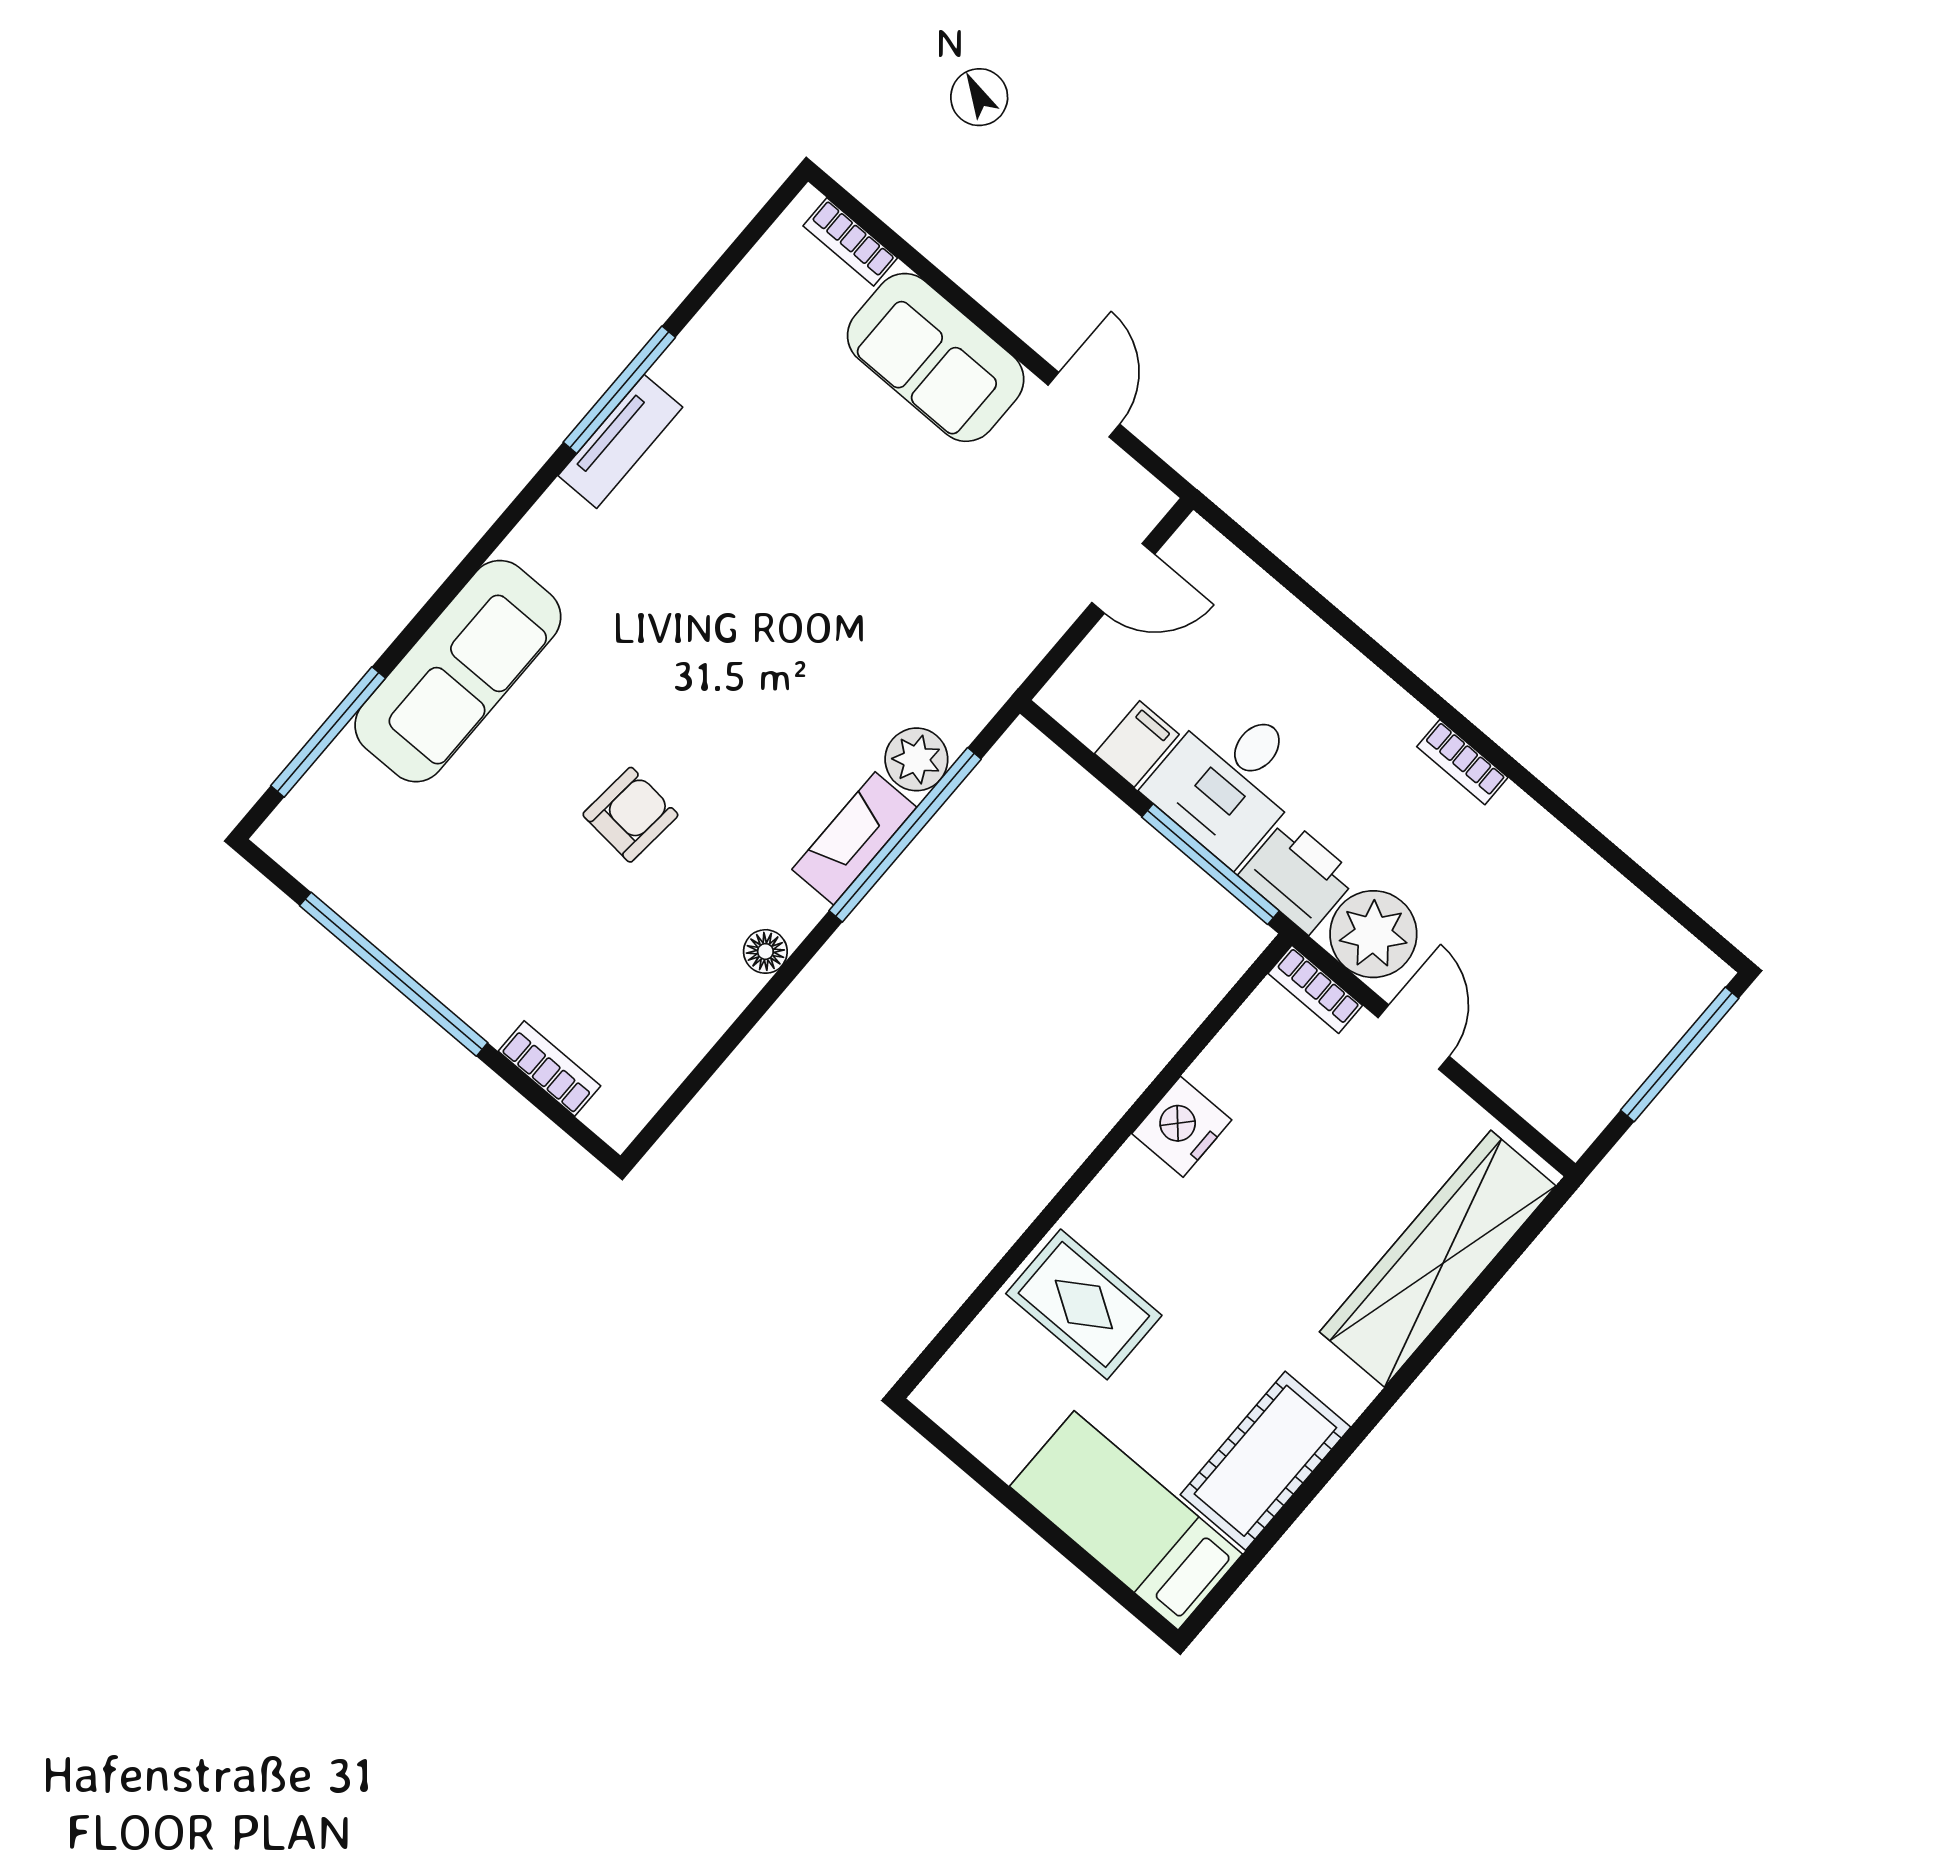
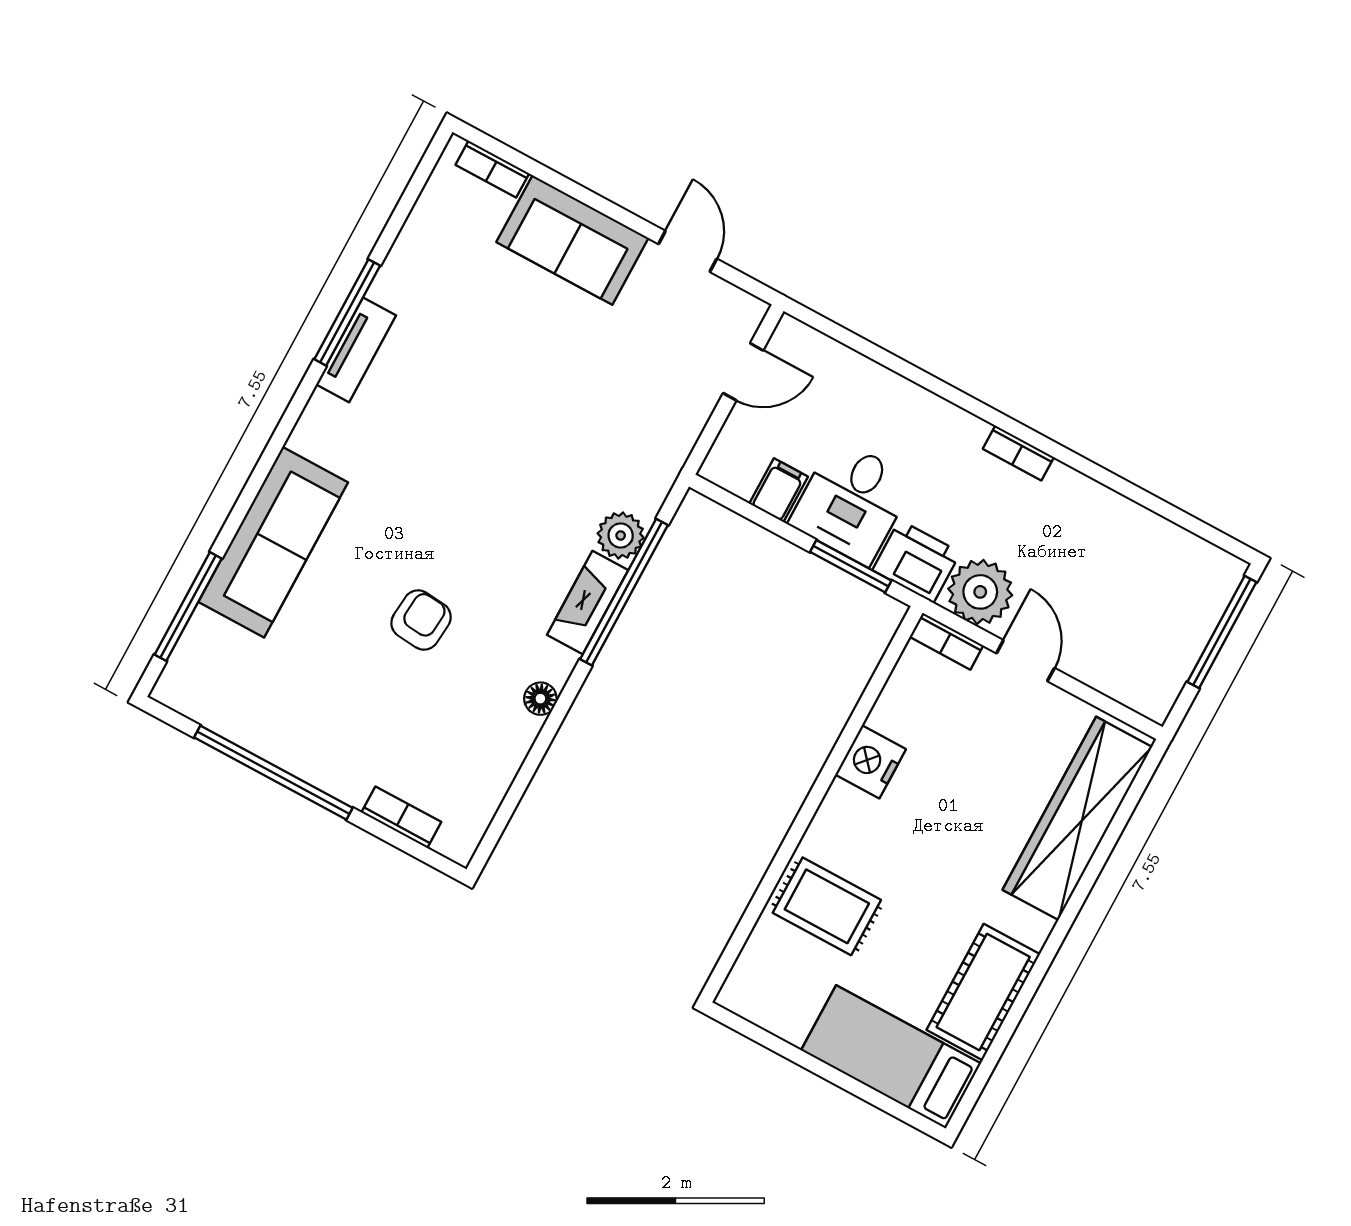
window: (1210, 864) -> (851, 566), width x0.69

